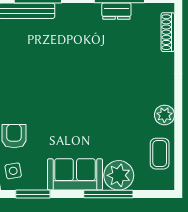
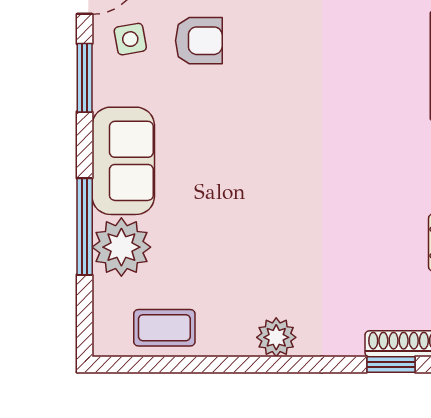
window: (178, 39) -> (391, 364), added
plant: (164, 115) -> (276, 337), moved

